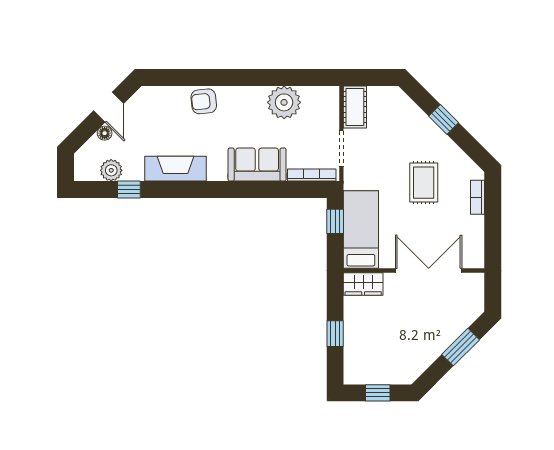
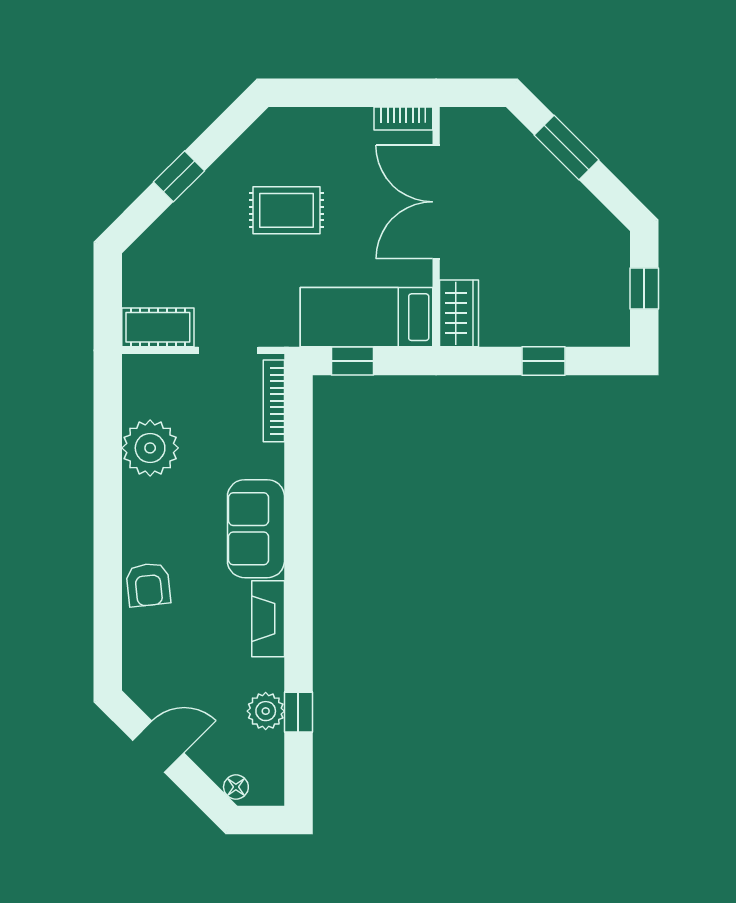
floor lamp: (105, 133) -> (236, 787), moved
sofa: (257, 165) -> (256, 529), moved
fireplace: (175, 169) -> (268, 619), width x0.73, depth x0.76
plant: (111, 170) -> (266, 711), moved
bookcase: (478, 197) -> (403, 119), moved

